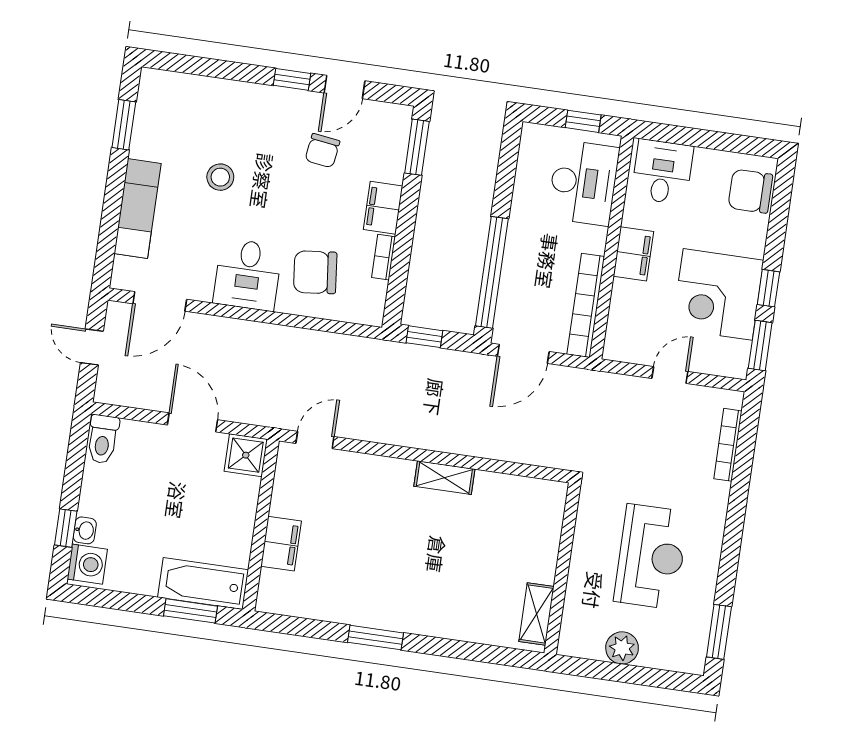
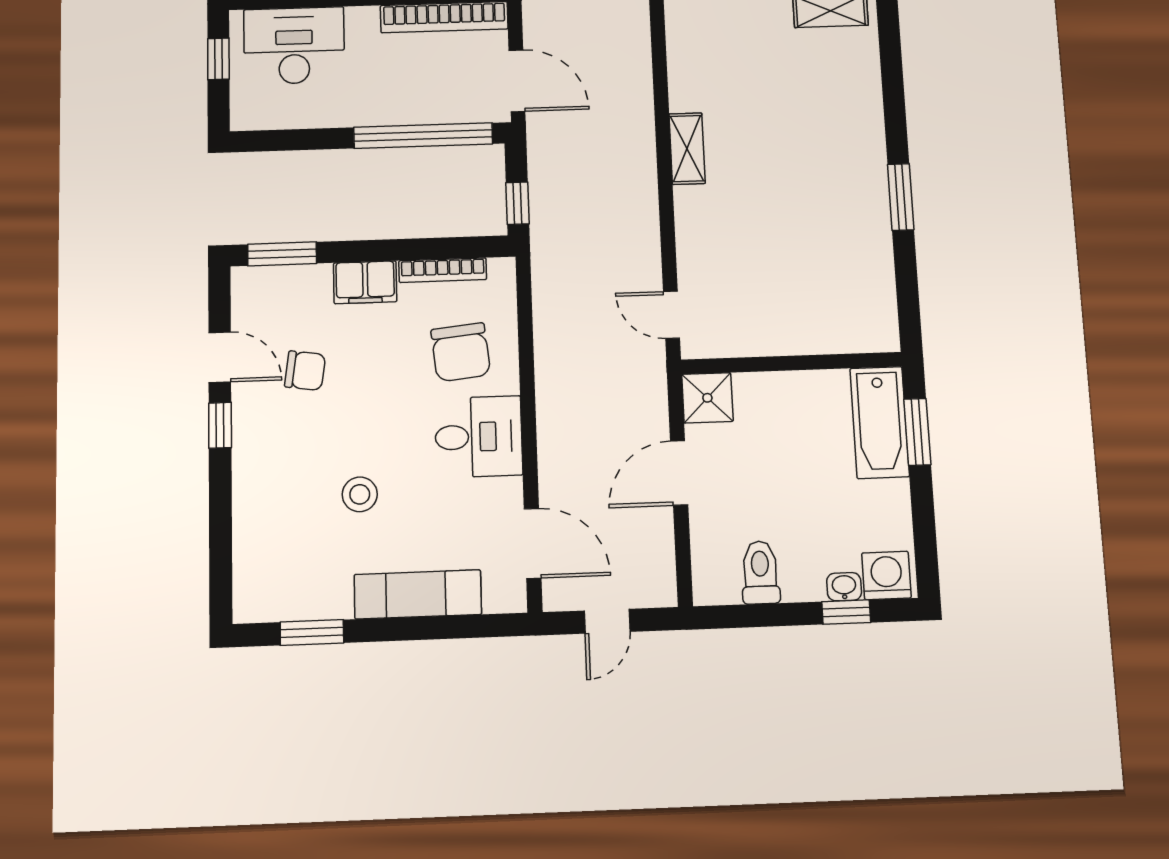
bookcase: (384, 257) -> (443, 270), width x1.56
toilet: (103, 439) -> (760, 572), moved, turned -90
filing cabinet: (281, 544) -> (809, 334), removed

